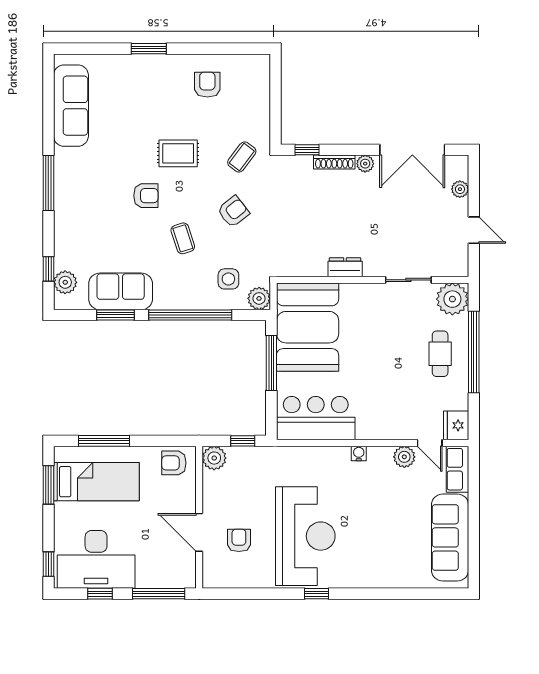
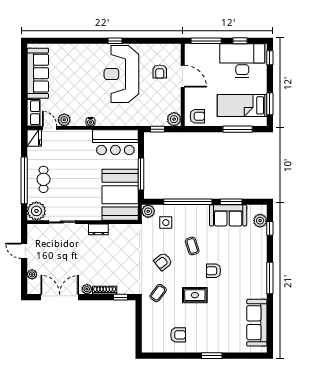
armchair: (207, 85) -> (178, 335), turned -90

